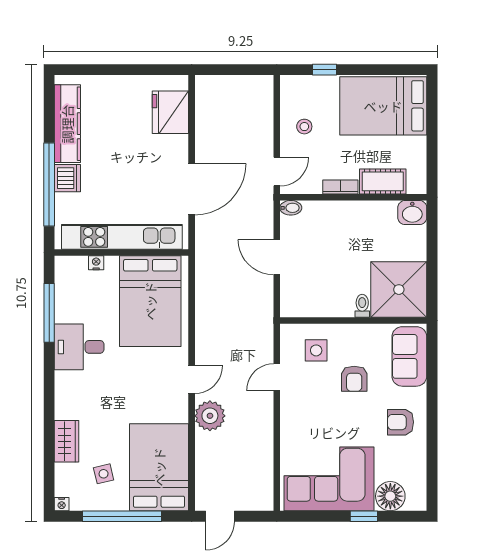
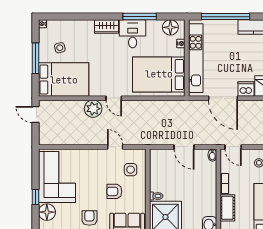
dishwasher: (67, 178) -> (246, 89), moved, turned 180
door: (277, 257) -> (184, 147), swing flipped
floor lamp: (68, 281) -> (170, 27), added
window: (49, 313) -> (140, 17), moved
wardrobe: (67, 441) -> (107, 27), moved
window: (122, 516) -> (36, 58), width x0.68

